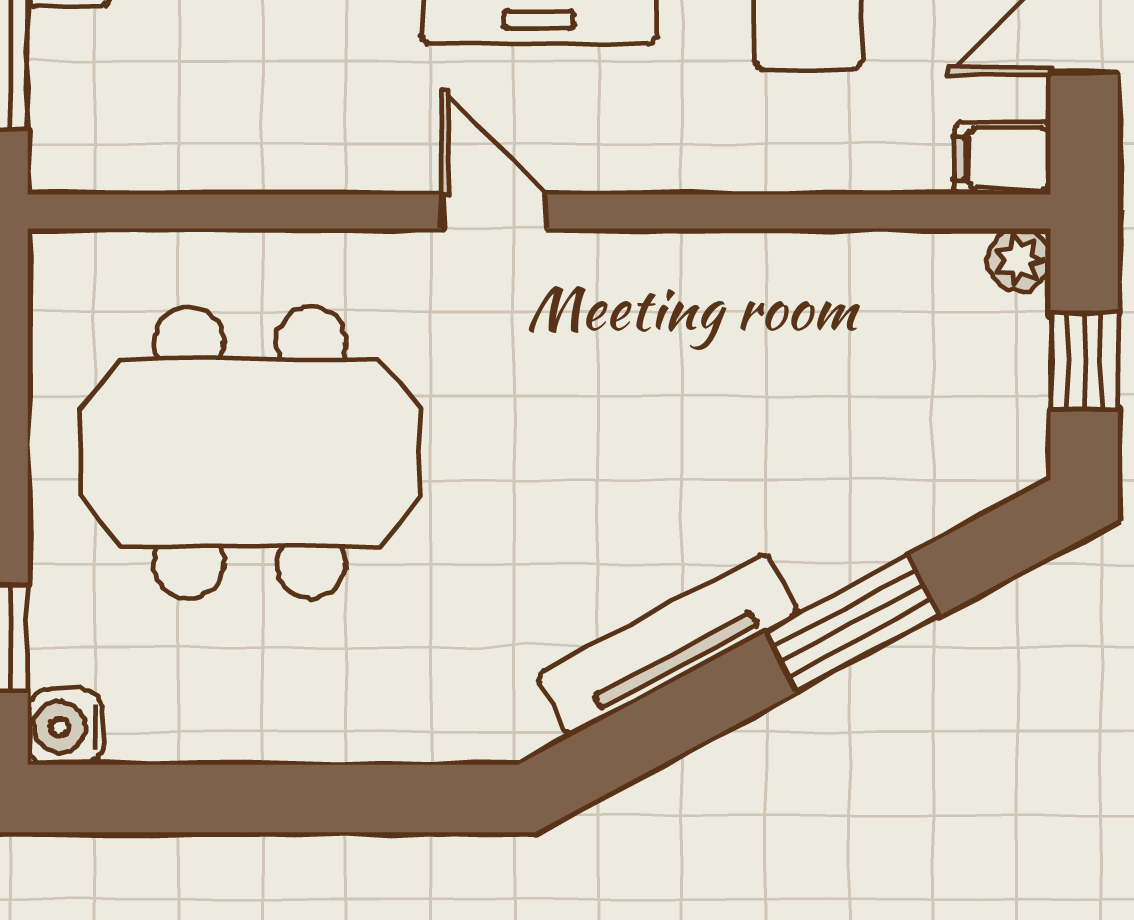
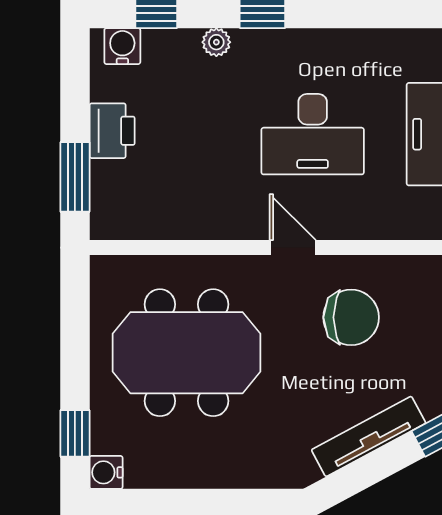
chair: (627, 372) -> (351, 317), added

